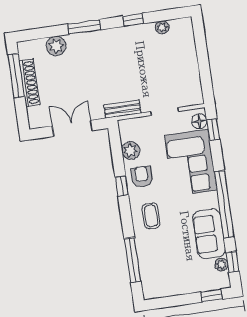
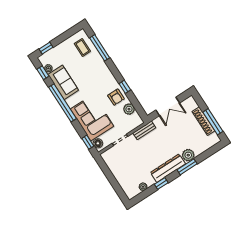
dresser: (113, 38) -> (168, 168), added
plant: (56, 46) -> (188, 155), moved
coffee table: (151, 216) -> (82, 47), moved

